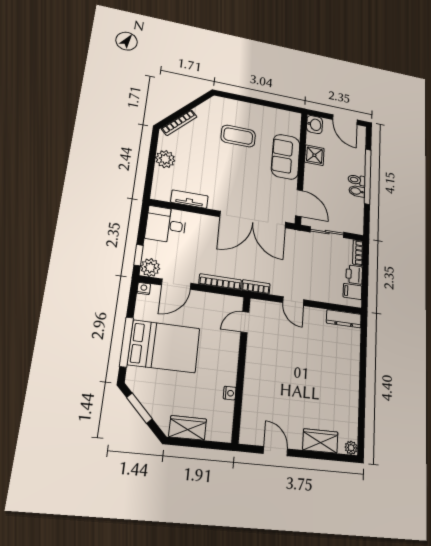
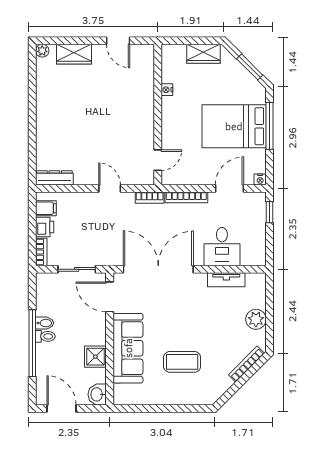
sofa: (286, 157) -> (128, 348), width x1.36
desk: (166, 225) -> (222, 247), moved, turned 90
plant: (150, 268) -> (257, 201), removed

